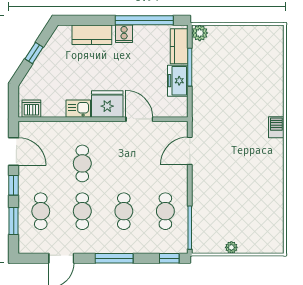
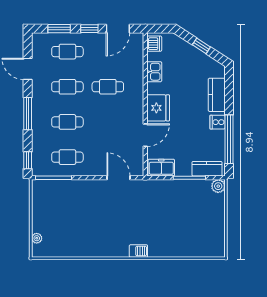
freezer: (178, 81) -> (161, 168), moved
kitchen sink: (78, 109) -> (154, 72), moved
plant: (231, 247) -> (37, 238), moved

